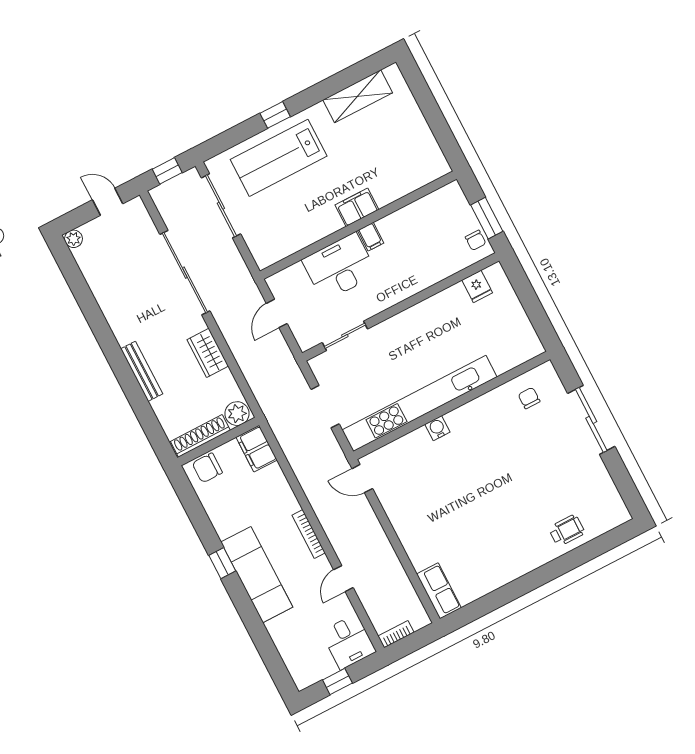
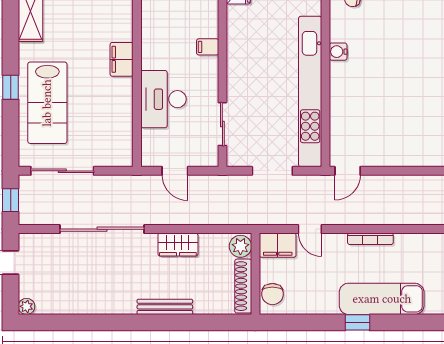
filing cabinet: (371, 237) -> (208, 47), moved, turned 180
water cooler: (437, 428) -> (338, 52), moved
door: (343, 579) -> (310, 229), moved

